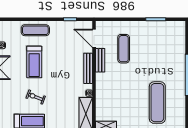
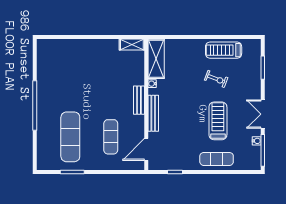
door: (94, 38) -> (146, 149), swing flipped
bench: (100, 60) -> (139, 100), moved
exercise mat: (157, 103) -> (70, 137), moved

